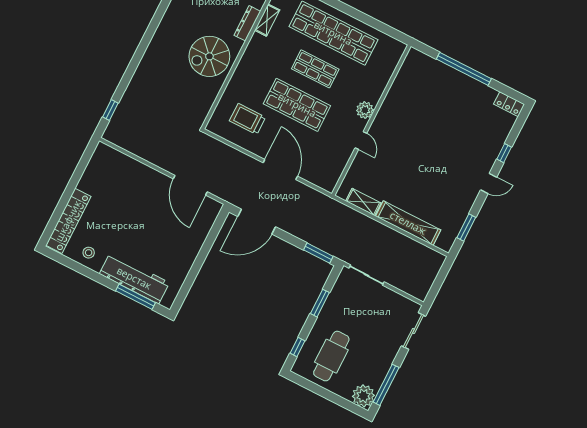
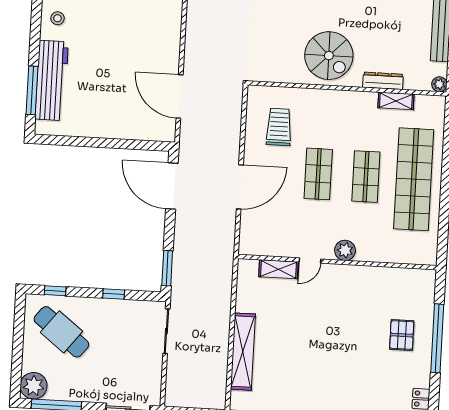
spiral stairs: (209, 56) -> (329, 56), turned 180
pallet: (449, 95) -> (402, 335), added
shop shelf: (297, 105) -> (318, 174), width x0.70, depth x0.74
door: (190, 185) -> (180, 97), hinge flipped
shelving: (363, 202) -> (278, 269), moved, turned 90
window: (320, 303) -> (114, 294), width x0.67
cafe table: (331, 356) -> (61, 332), turned 38

